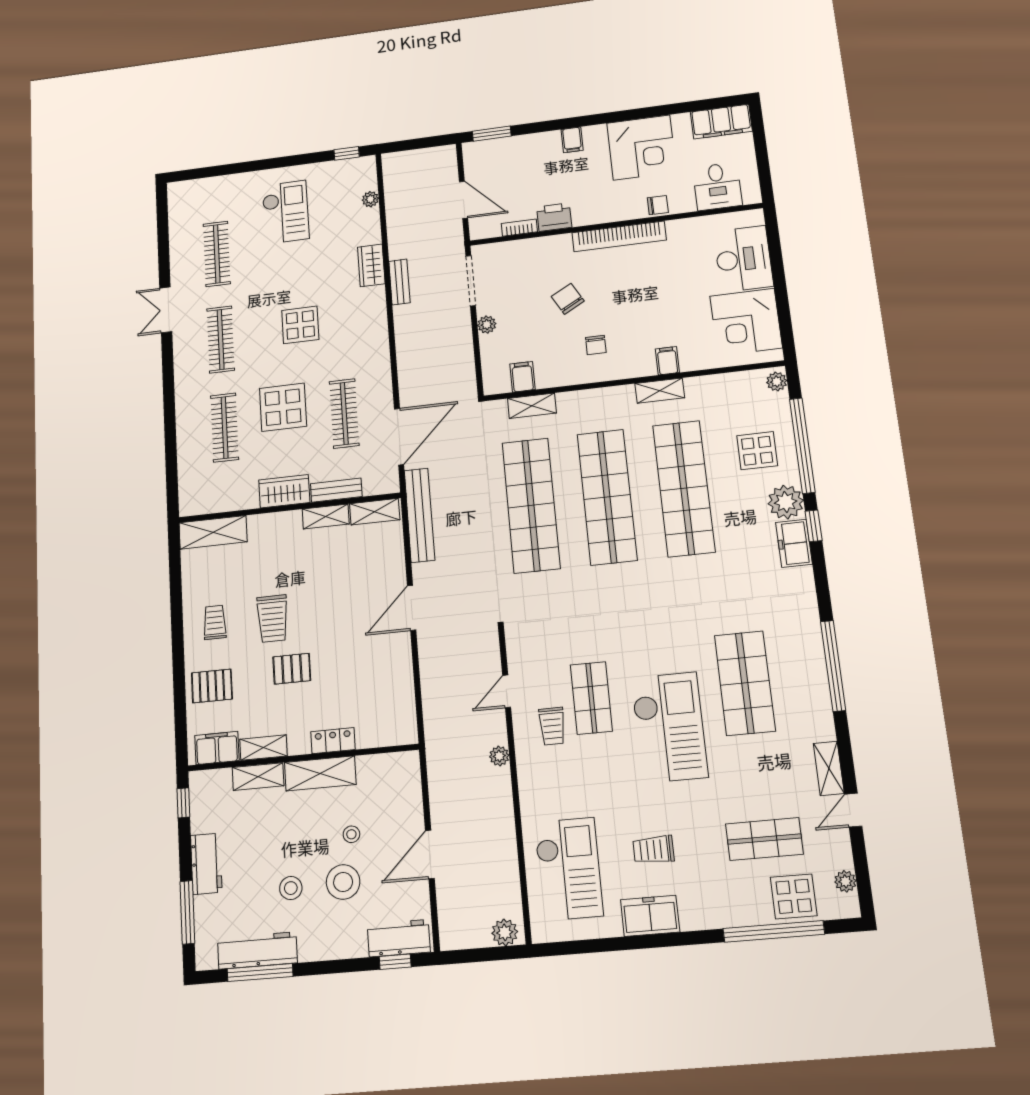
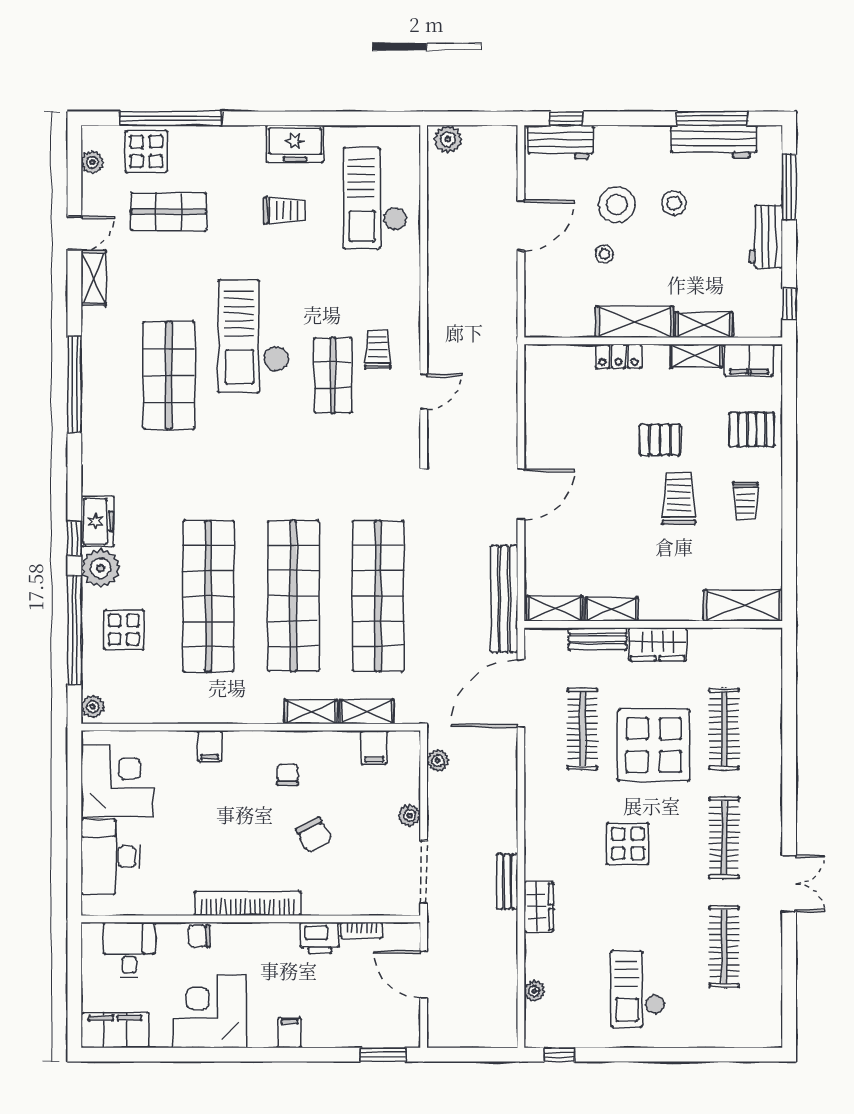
shelving: (660, 391) -> (311, 712), moved
display table: (283, 407) -> (654, 745), width x1.36, depth x1.36
plant: (499, 756) -> (438, 760), moved

